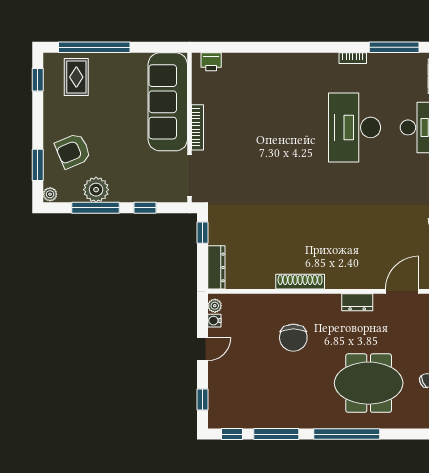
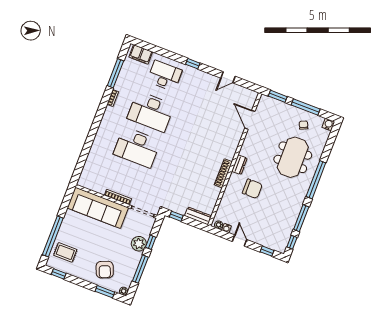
printer: (211, 62) -> (85, 176), removed
desk: (289, 127) -> (137, 147), added
plant: (96, 190) -> (139, 244), moved
dresser: (357, 302) -> (239, 165), moved

